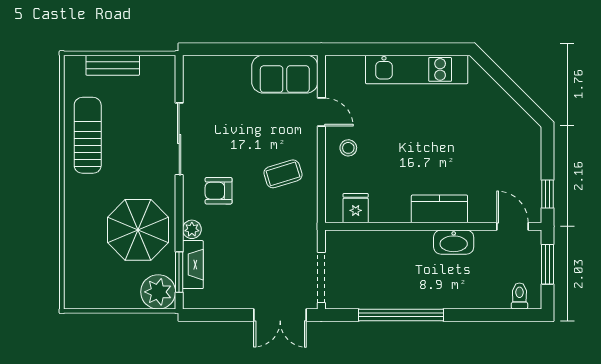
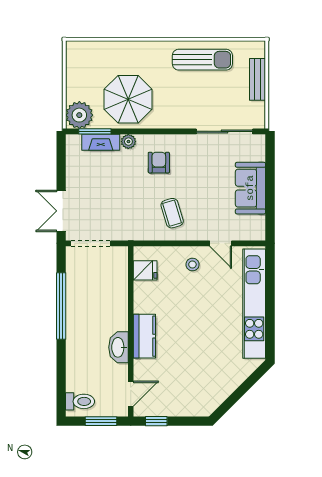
kitchen unit: (417, 69) -> (254, 304), width x1.36
sofa: (285, 74) -> (250, 188), moved
door: (321, 112) -> (221, 243), hinge flipped
sliding door: (179, 139) -> (224, 131), moved
toilet: (519, 296) -> (80, 401), width x1.37, depth x1.39

